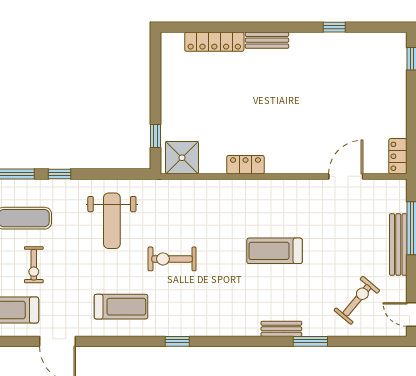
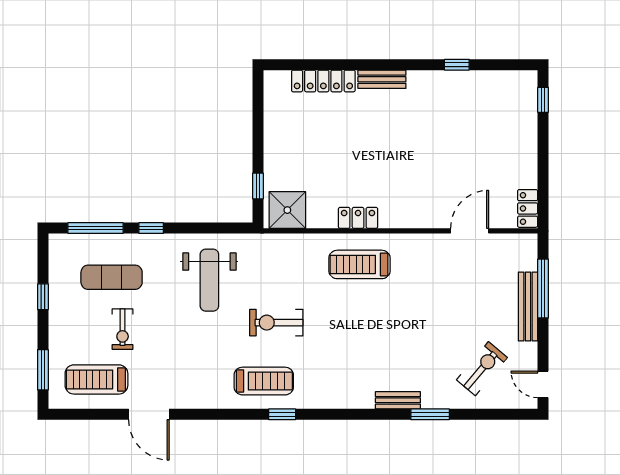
treadmill: (274, 251) -> (360, 264), moved
treadmill: (121, 307) -> (264, 381), moved

